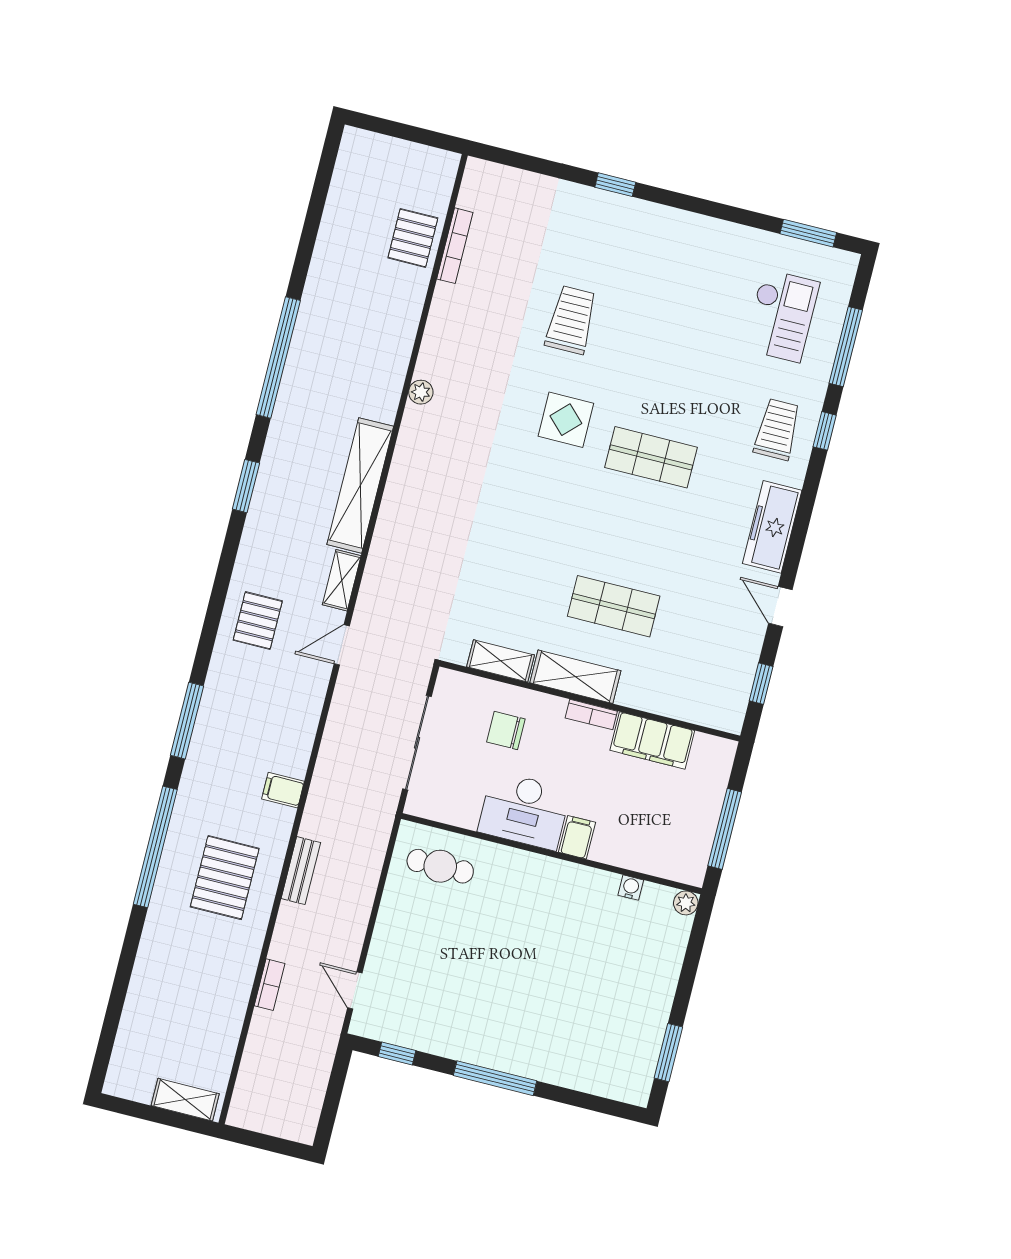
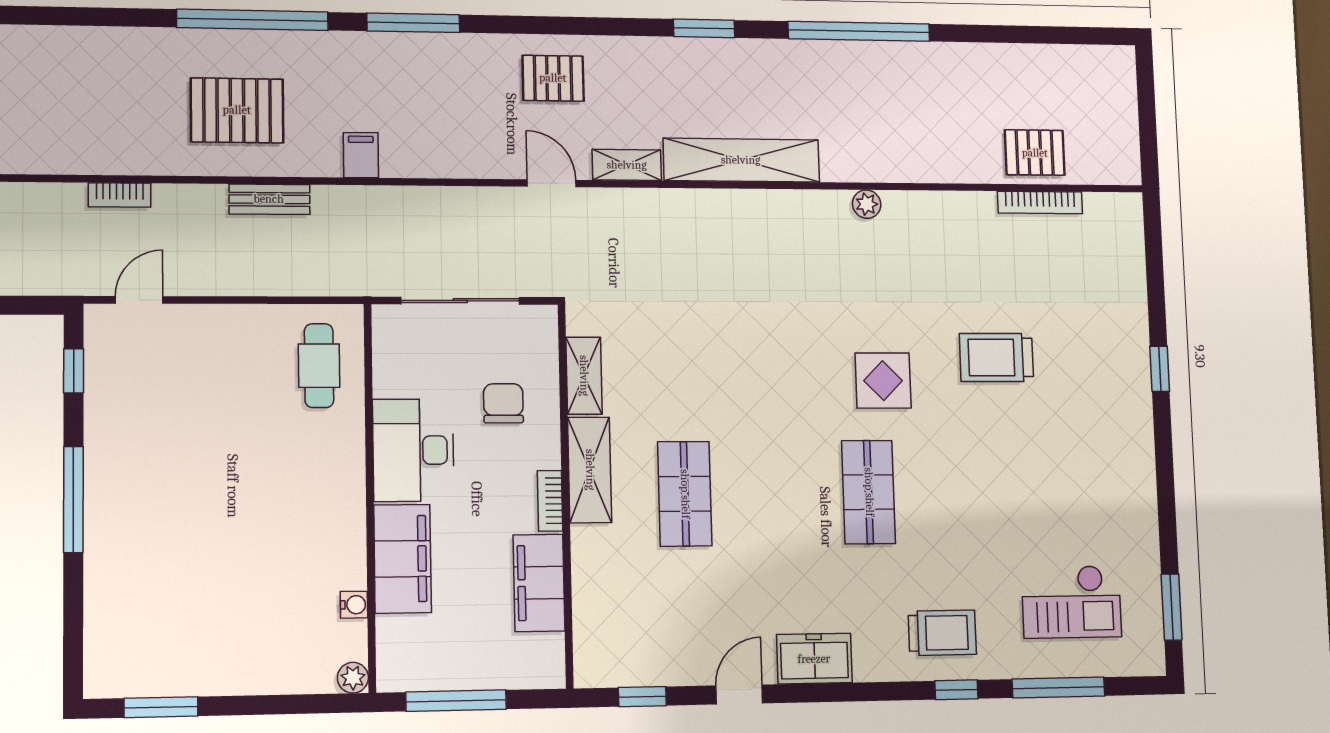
trolley: (571, 320) -> (996, 357), turned 180
freezer: (772, 527) -> (814, 659), width x0.71
filing cabinet: (577, 837) -> (402, 559), width x3.00, depth x1.17

